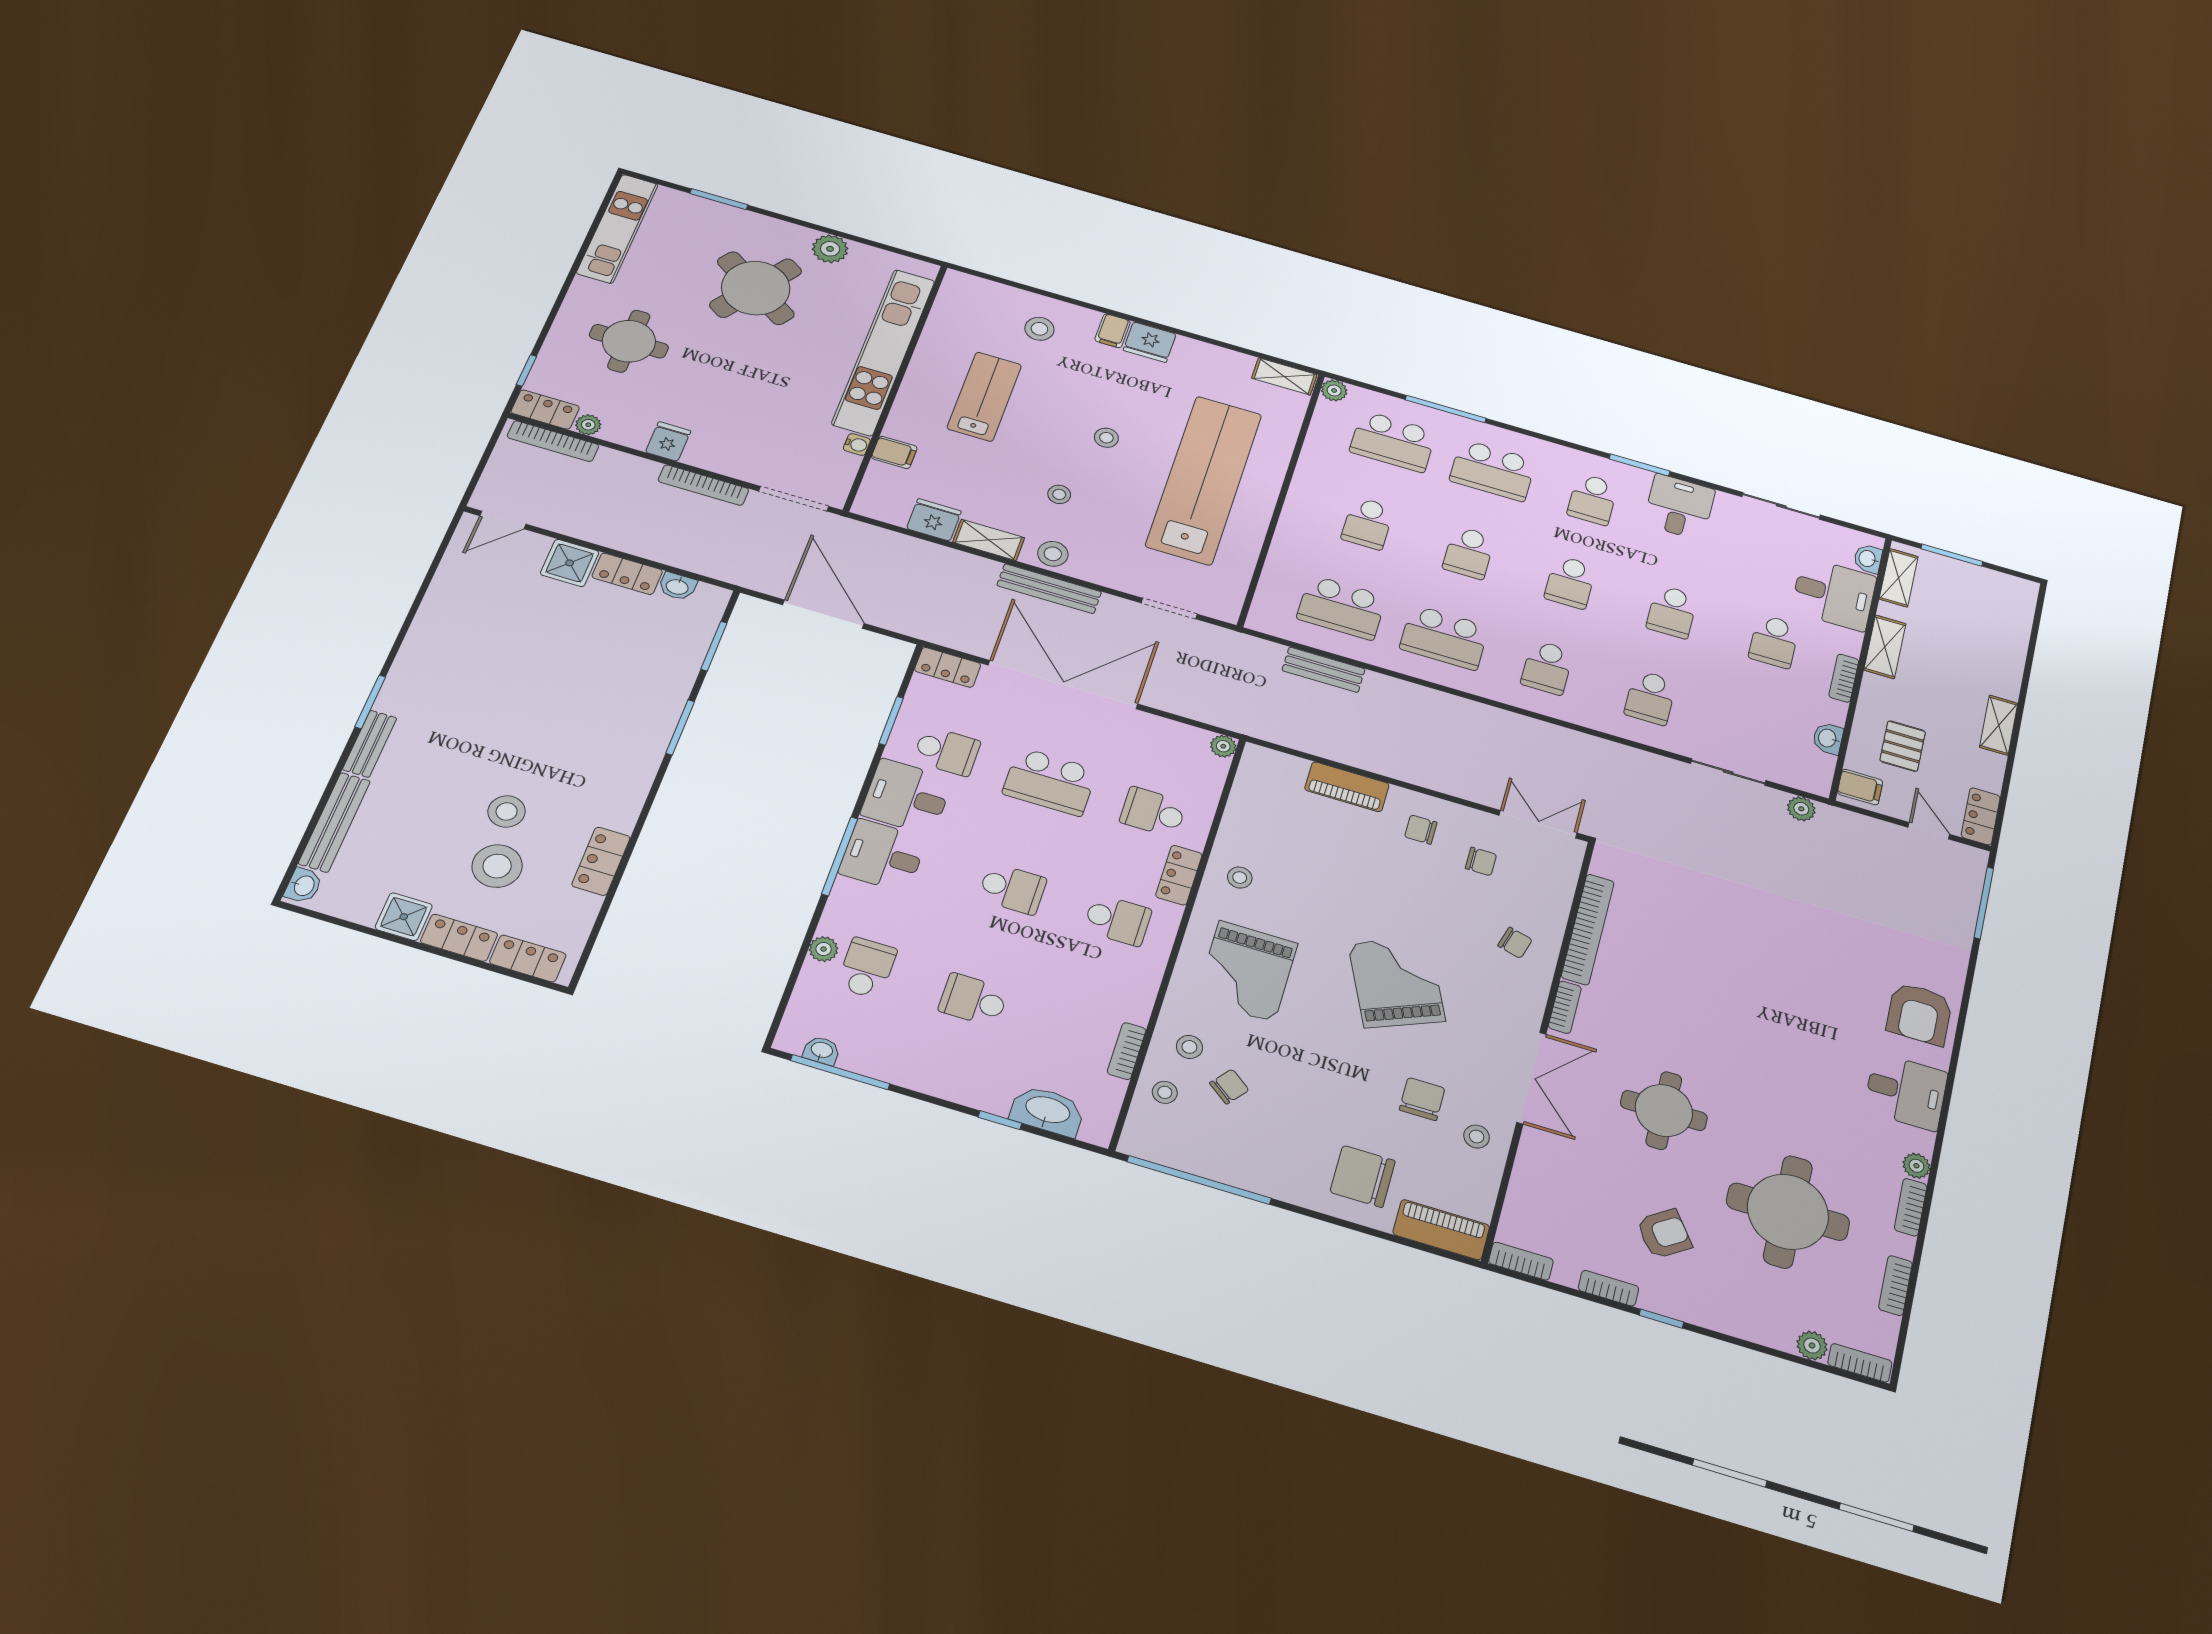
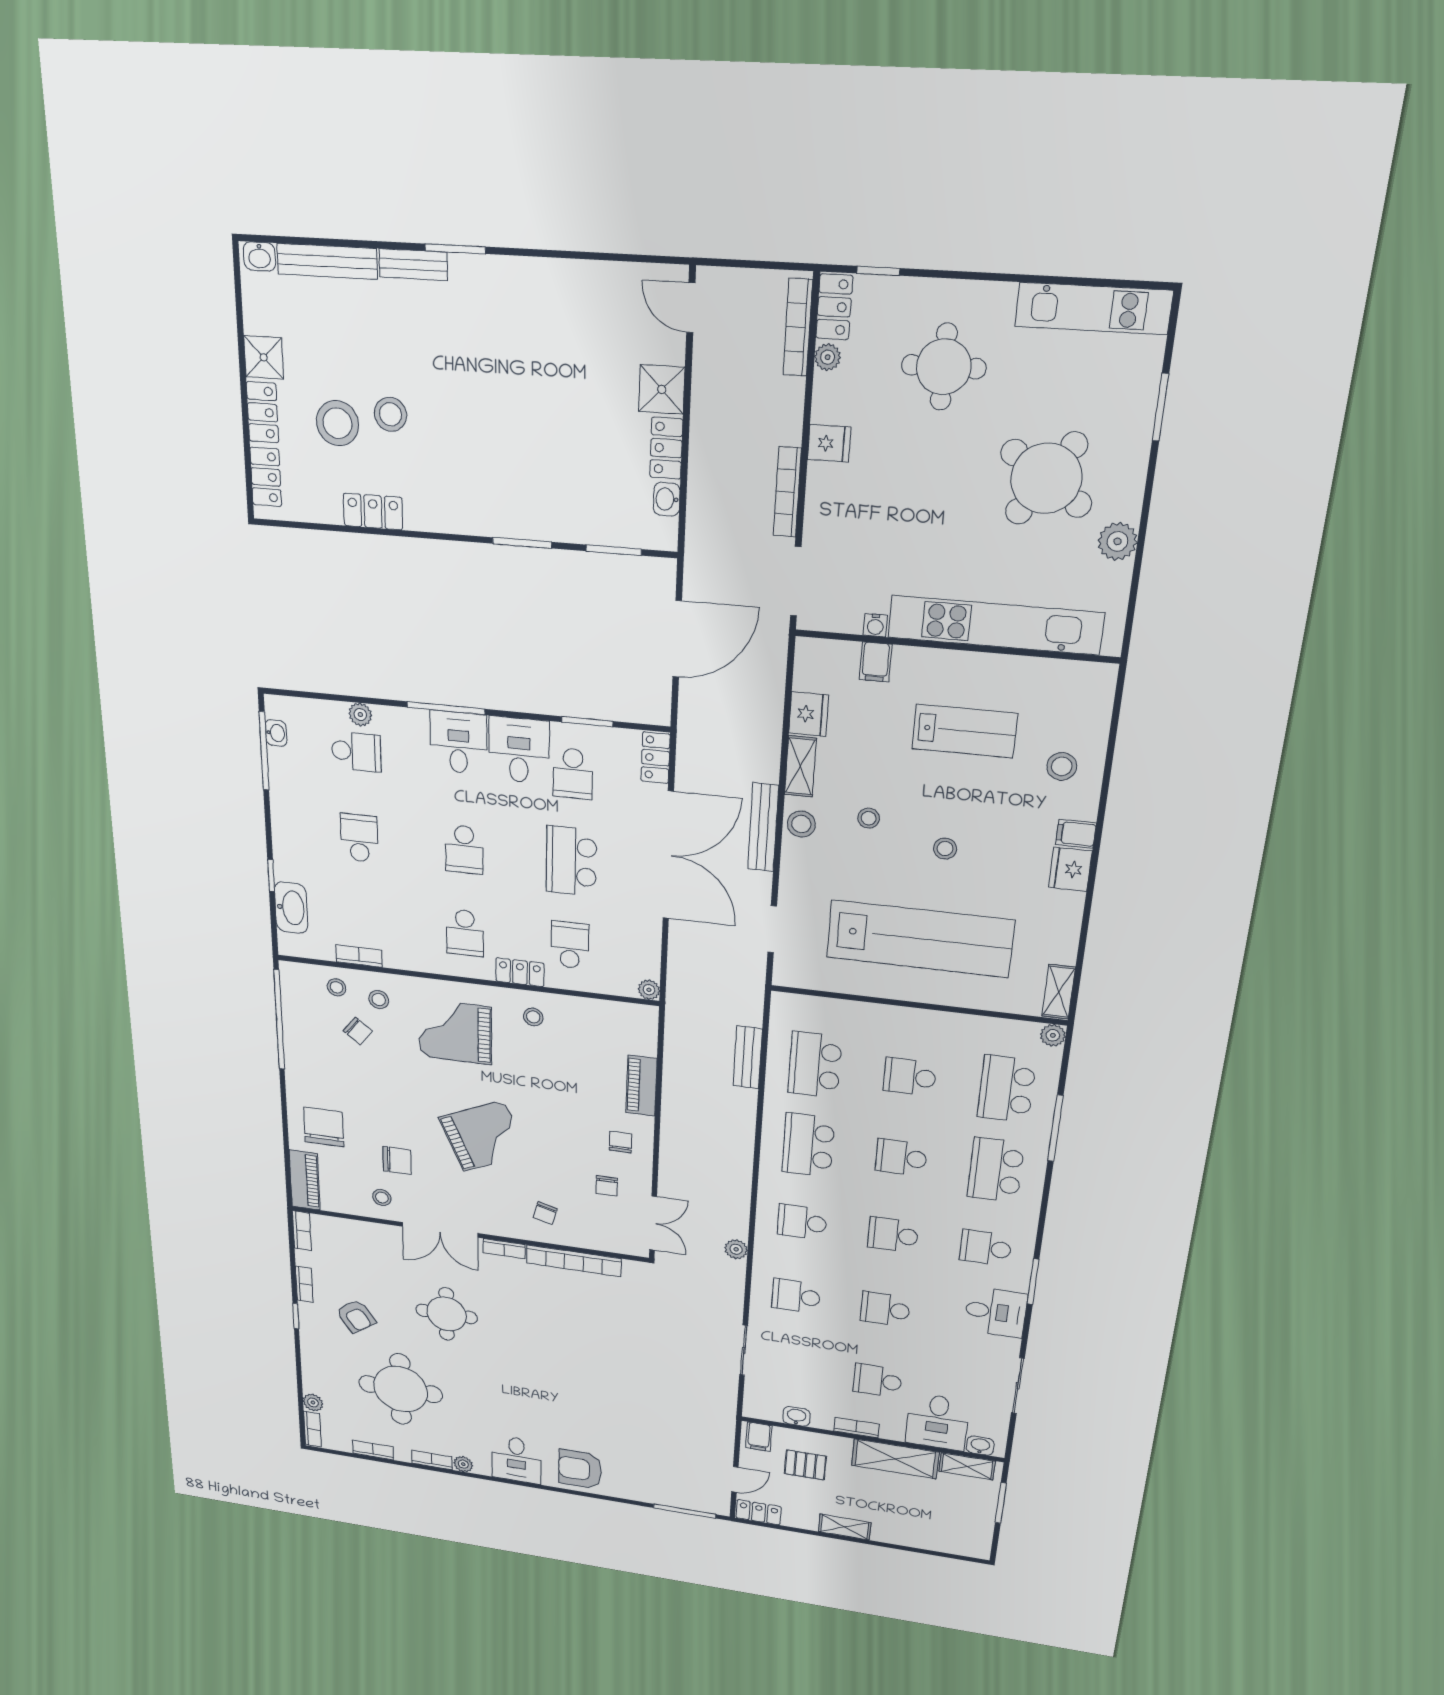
shelving: (1885, 647) -> (895, 1459), width x1.50, depth x1.33
plant: (1801, 809) -> (736, 1249), moved

